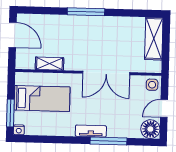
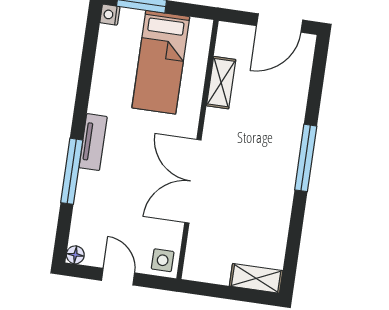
shelving: (154, 39) -> (256, 278), width x0.67, depth x0.75
floor lamp: (150, 129) -> (75, 255), width x0.53, depth x0.53

